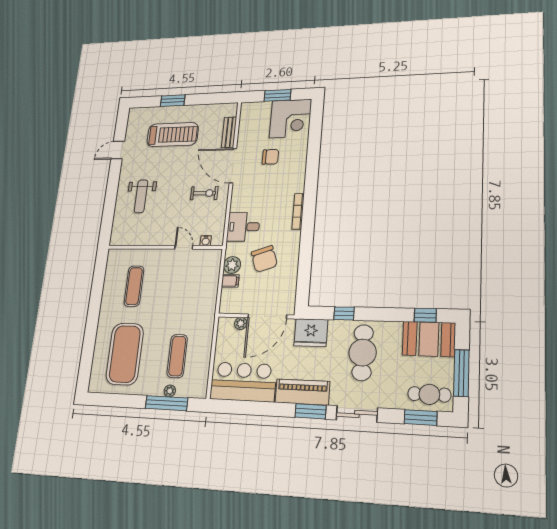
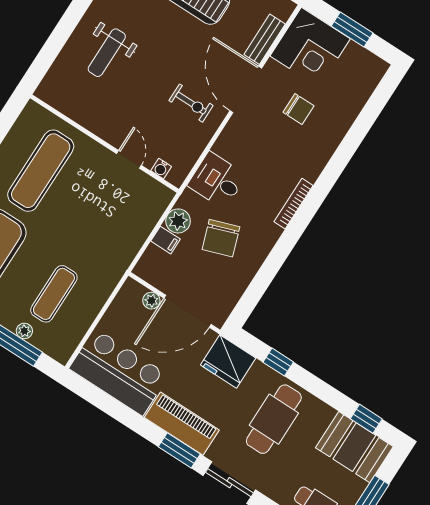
corner desk: (290, 119) -> (310, 47), moved
exercise mat: (134, 286) -> (41, 171), width x1.36, depth x1.45

